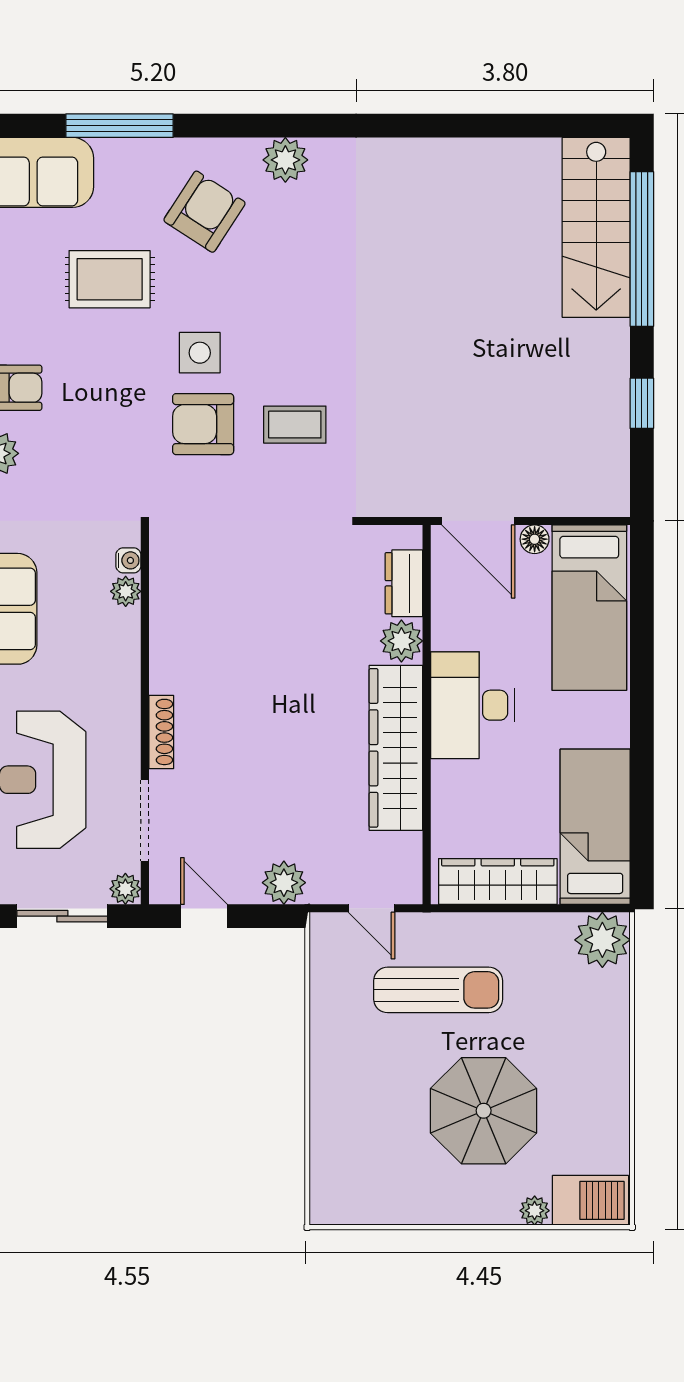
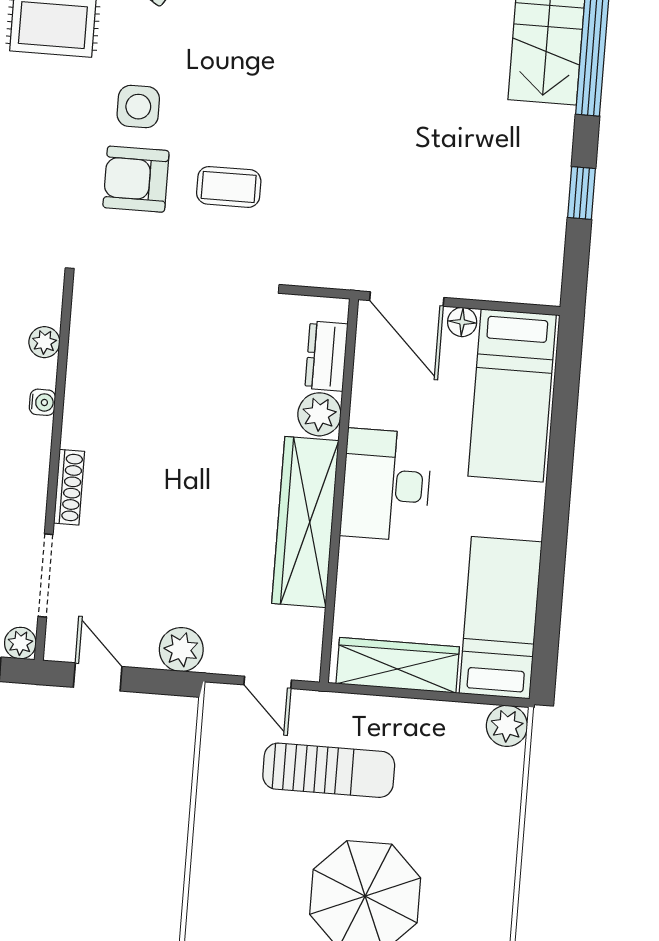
water cooler: (128, 560) -> (42, 402), moved
plant: (602, 940) -> (507, 726), width x0.73, depth x0.73

